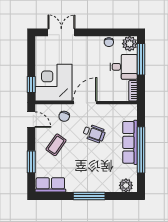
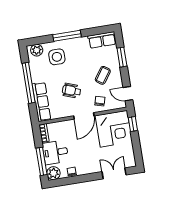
double door: (61, 32) -> (114, 173), swing flipped
row of seats: (130, 142) -> (42, 102), moved
side table: (104, 174) -> (57, 57), added

